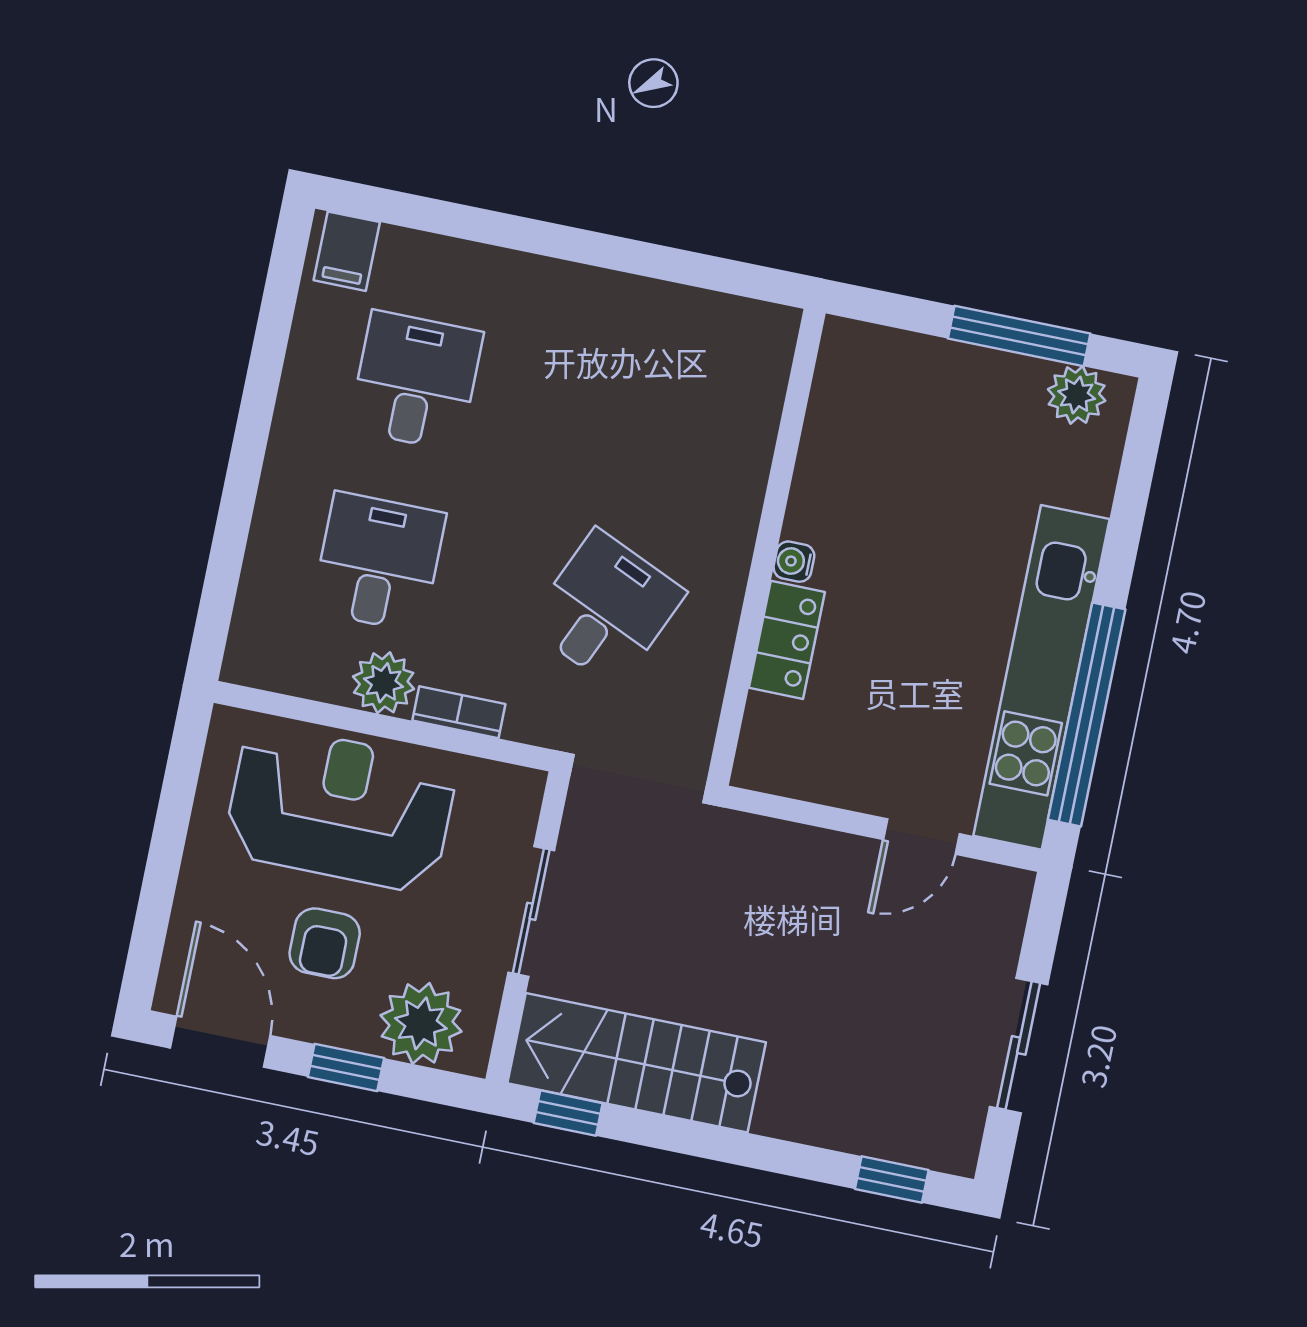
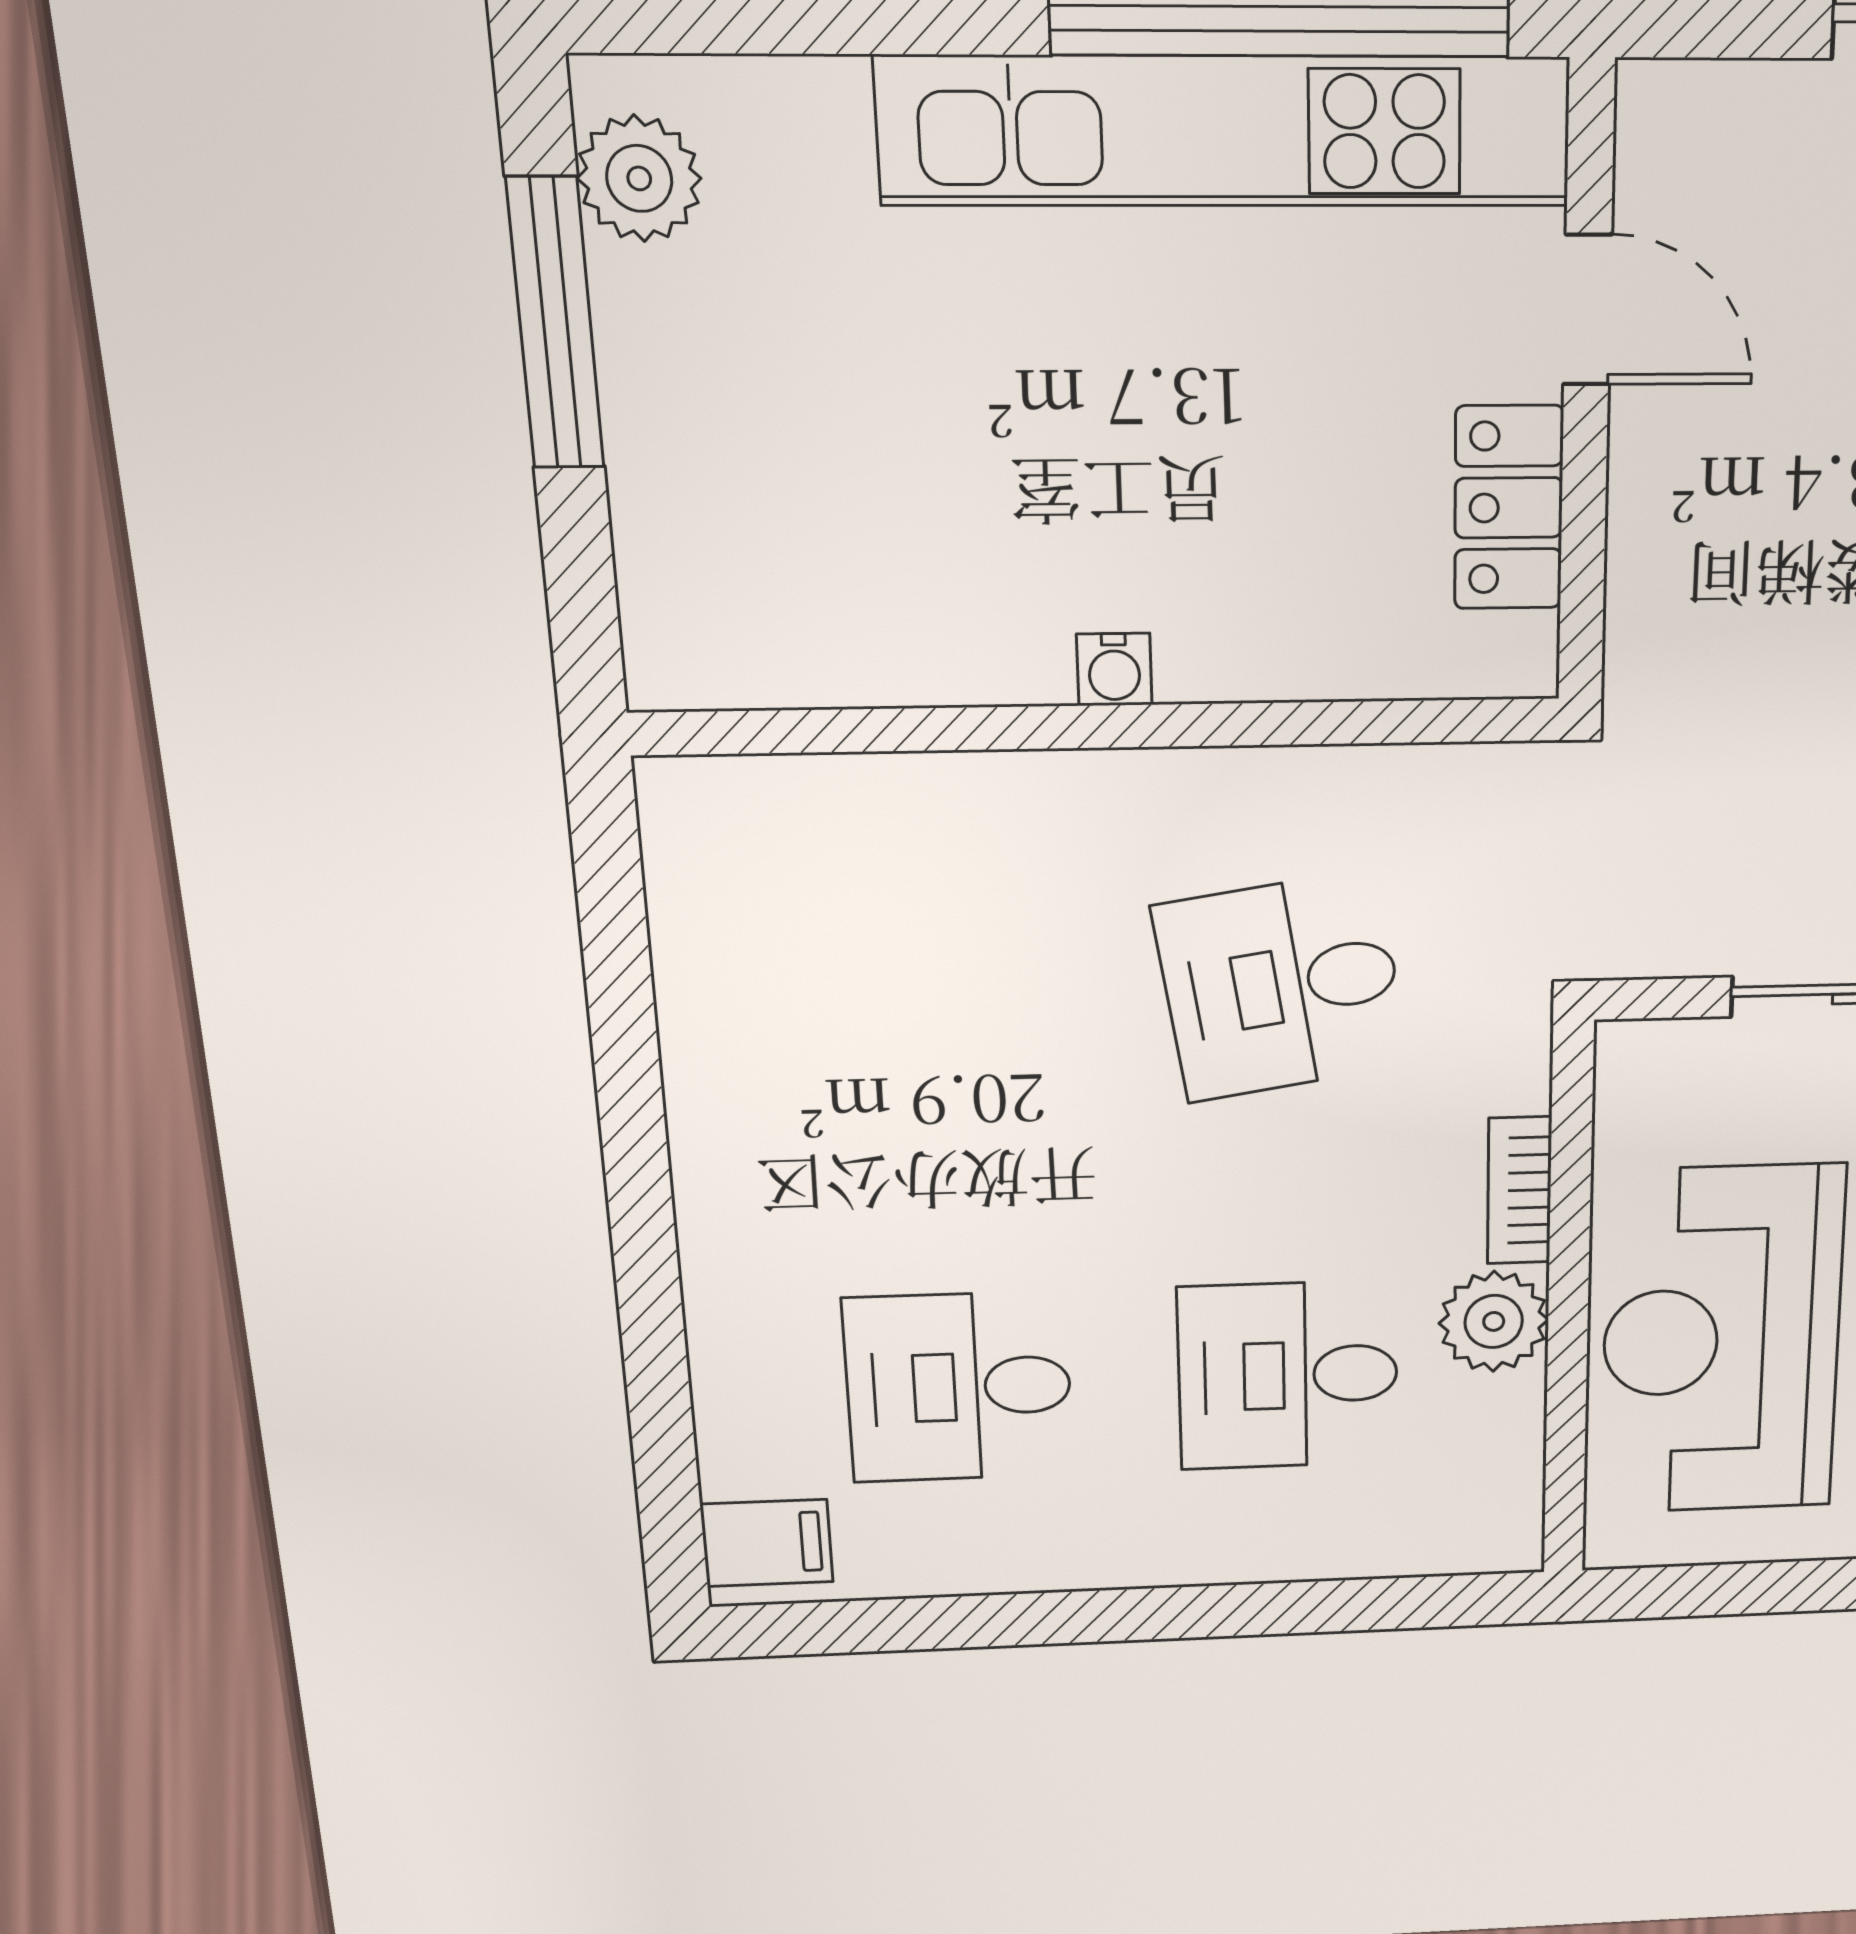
desk: (606, 609) -> (1282, 986), turned -33
locker: (787, 640) -> (1509, 508), moved, turned -90

